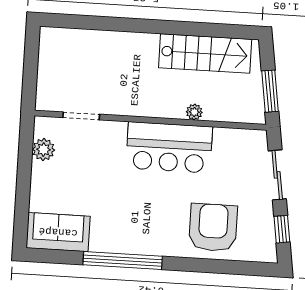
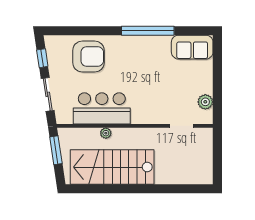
stairs: (205, 53) -> (112, 167), width x1.36, depth x1.51
bar counter: (169, 147) -> (102, 108), moved
armchair: (213, 228) -> (88, 57), turned -90

